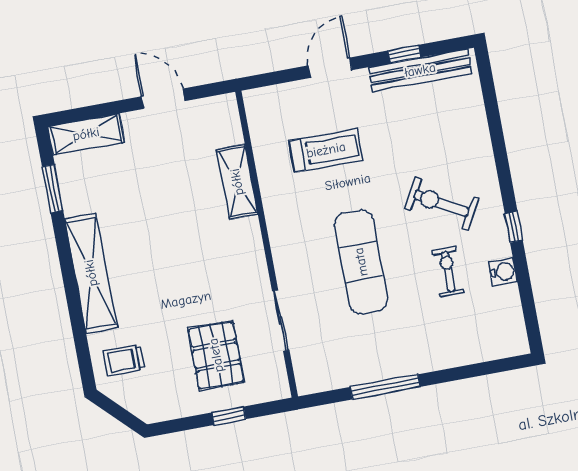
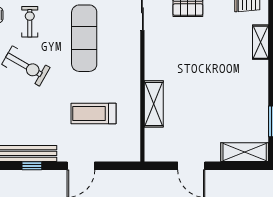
exercise bike: (448, 272) -> (30, 22), turned 180
shelving: (91, 273) -> (260, 42), width x0.45, depth x0.75

